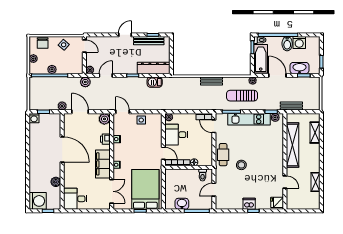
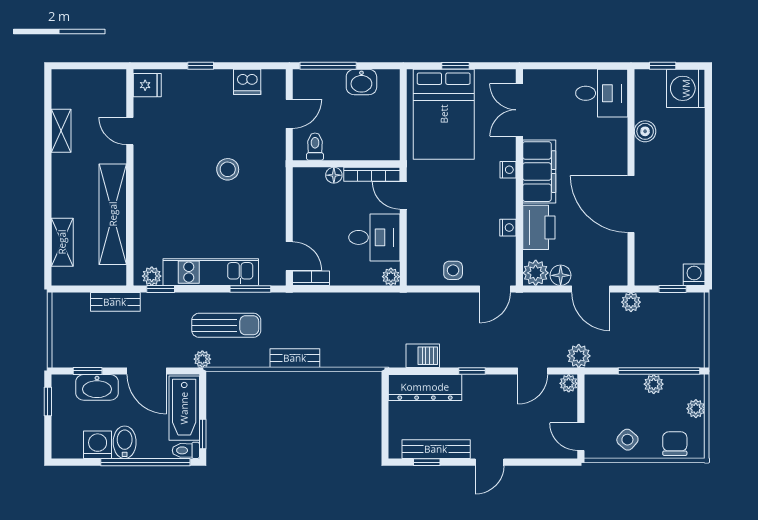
door: (123, 112) -> (495, 289), hinge flipped
floor lamp: (93, 118) -> (561, 275), added
printer: (105, 139) -> (539, 227), width x1.87, depth x1.48
cafe table: (223, 155) -> (269, 193), removed
dishwasher: (249, 204) -> (247, 82), moved

